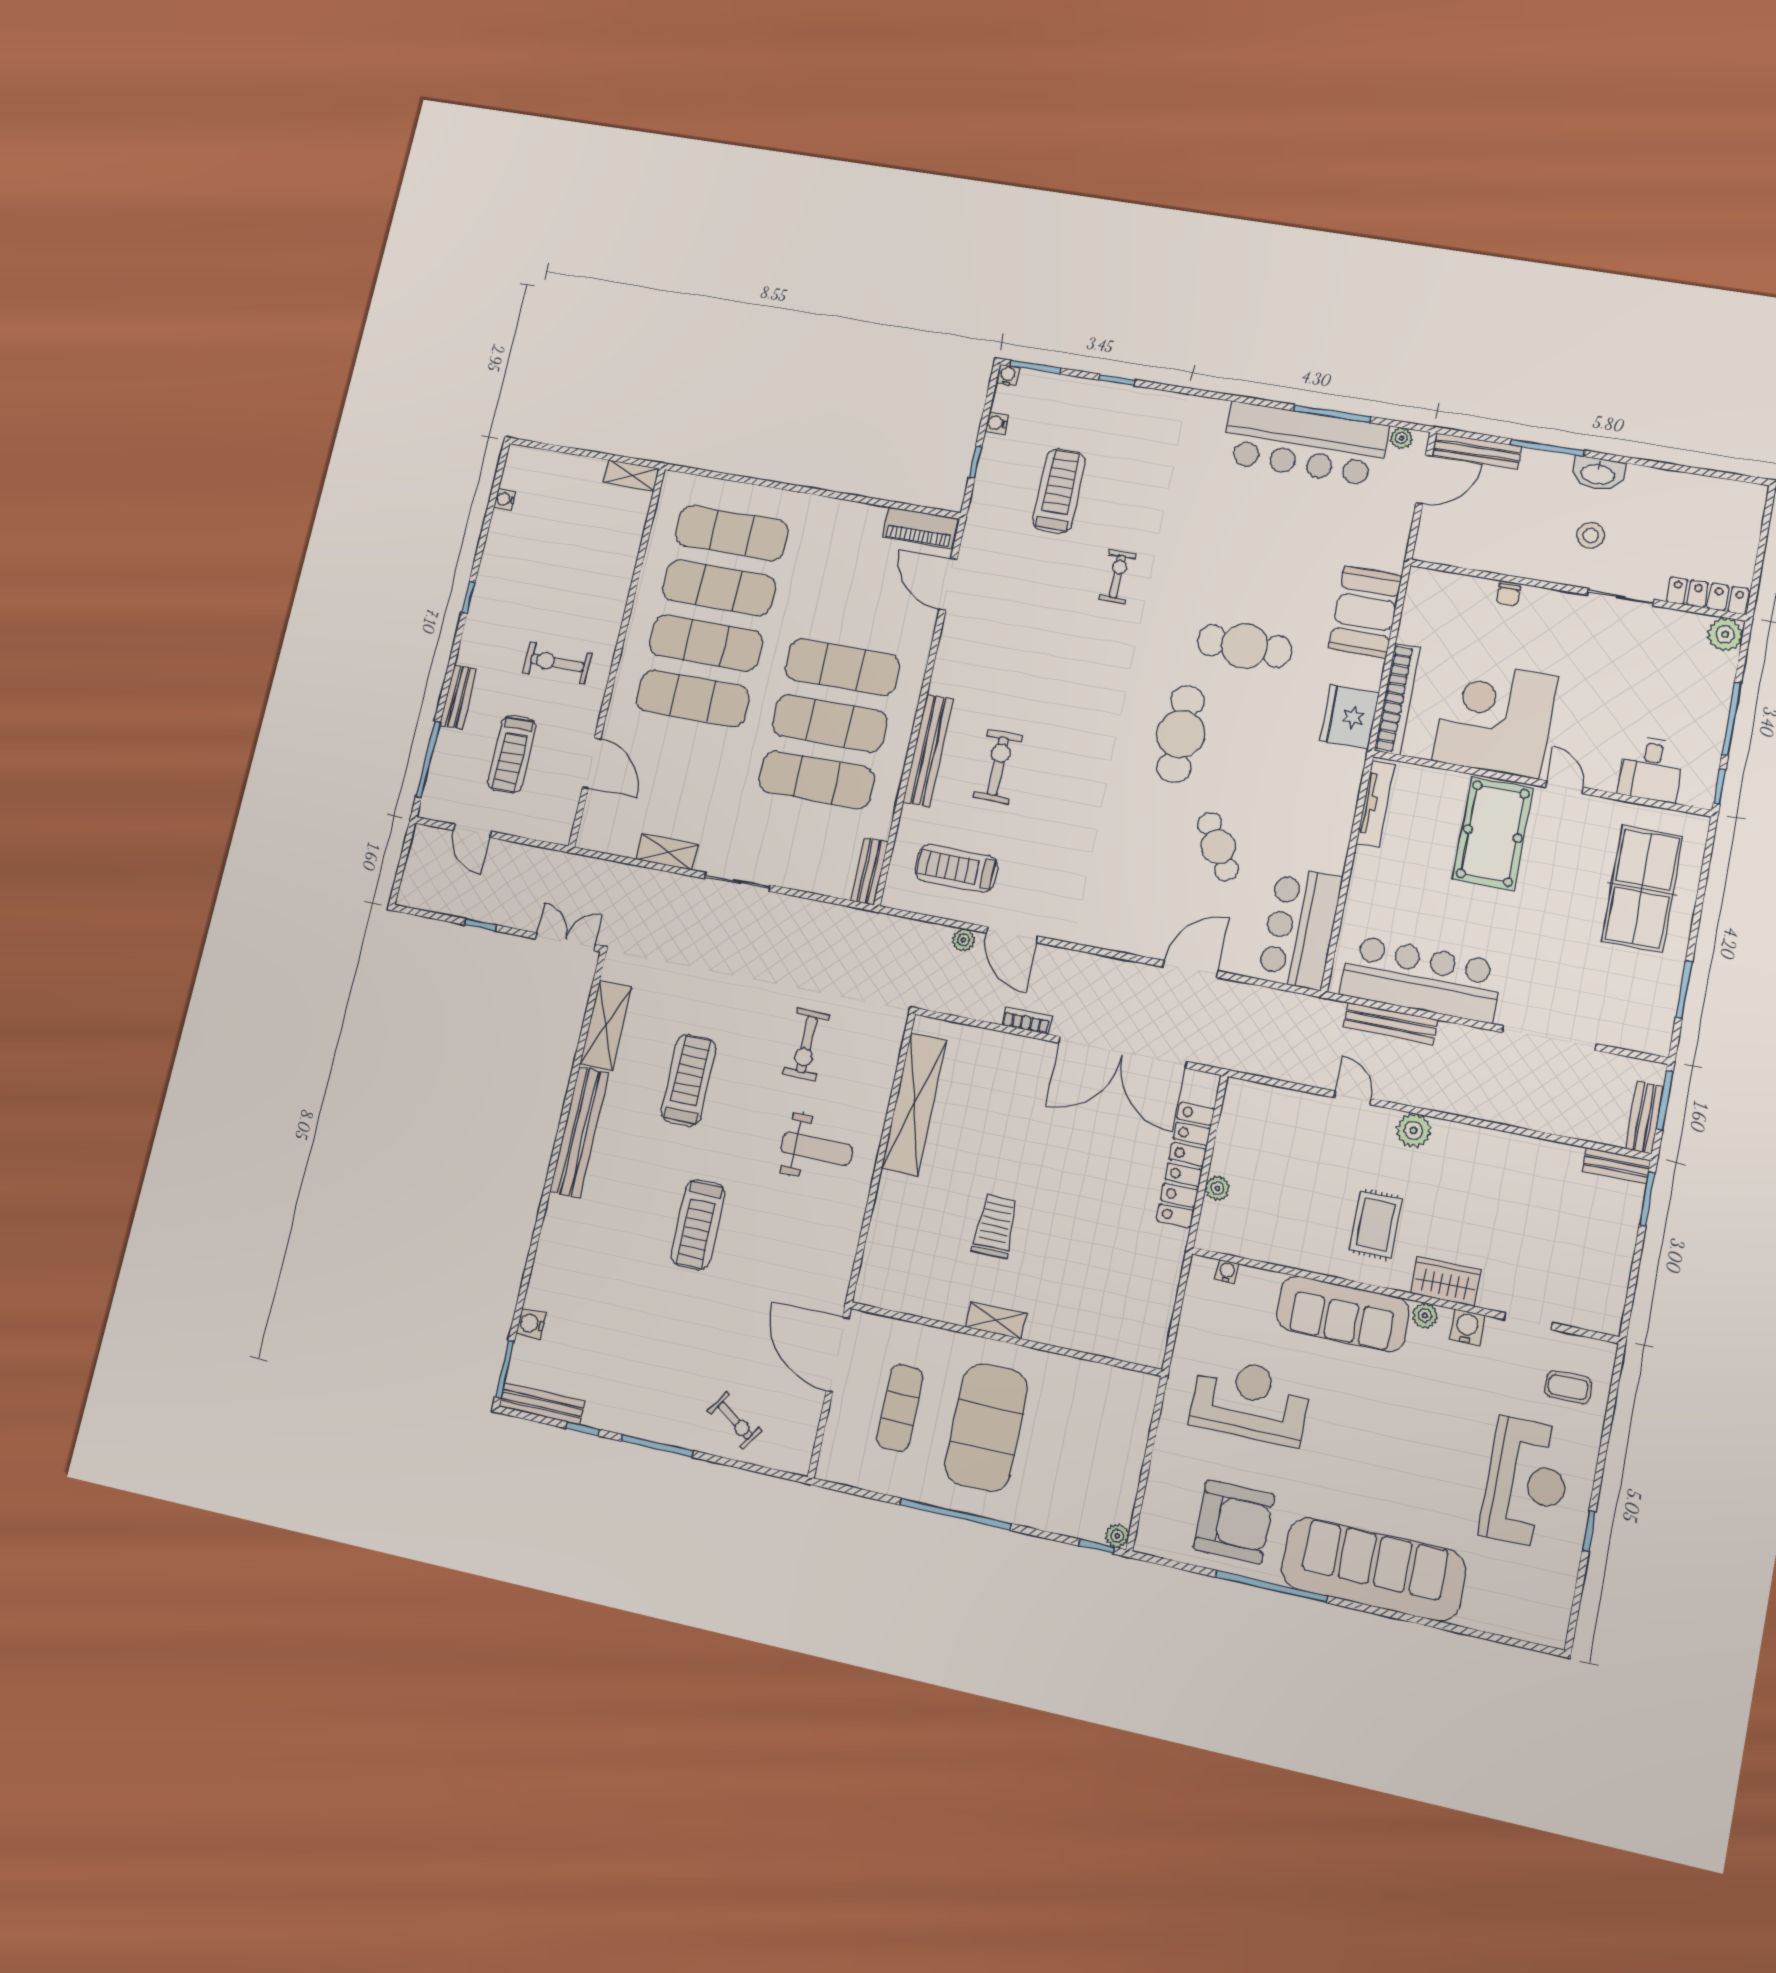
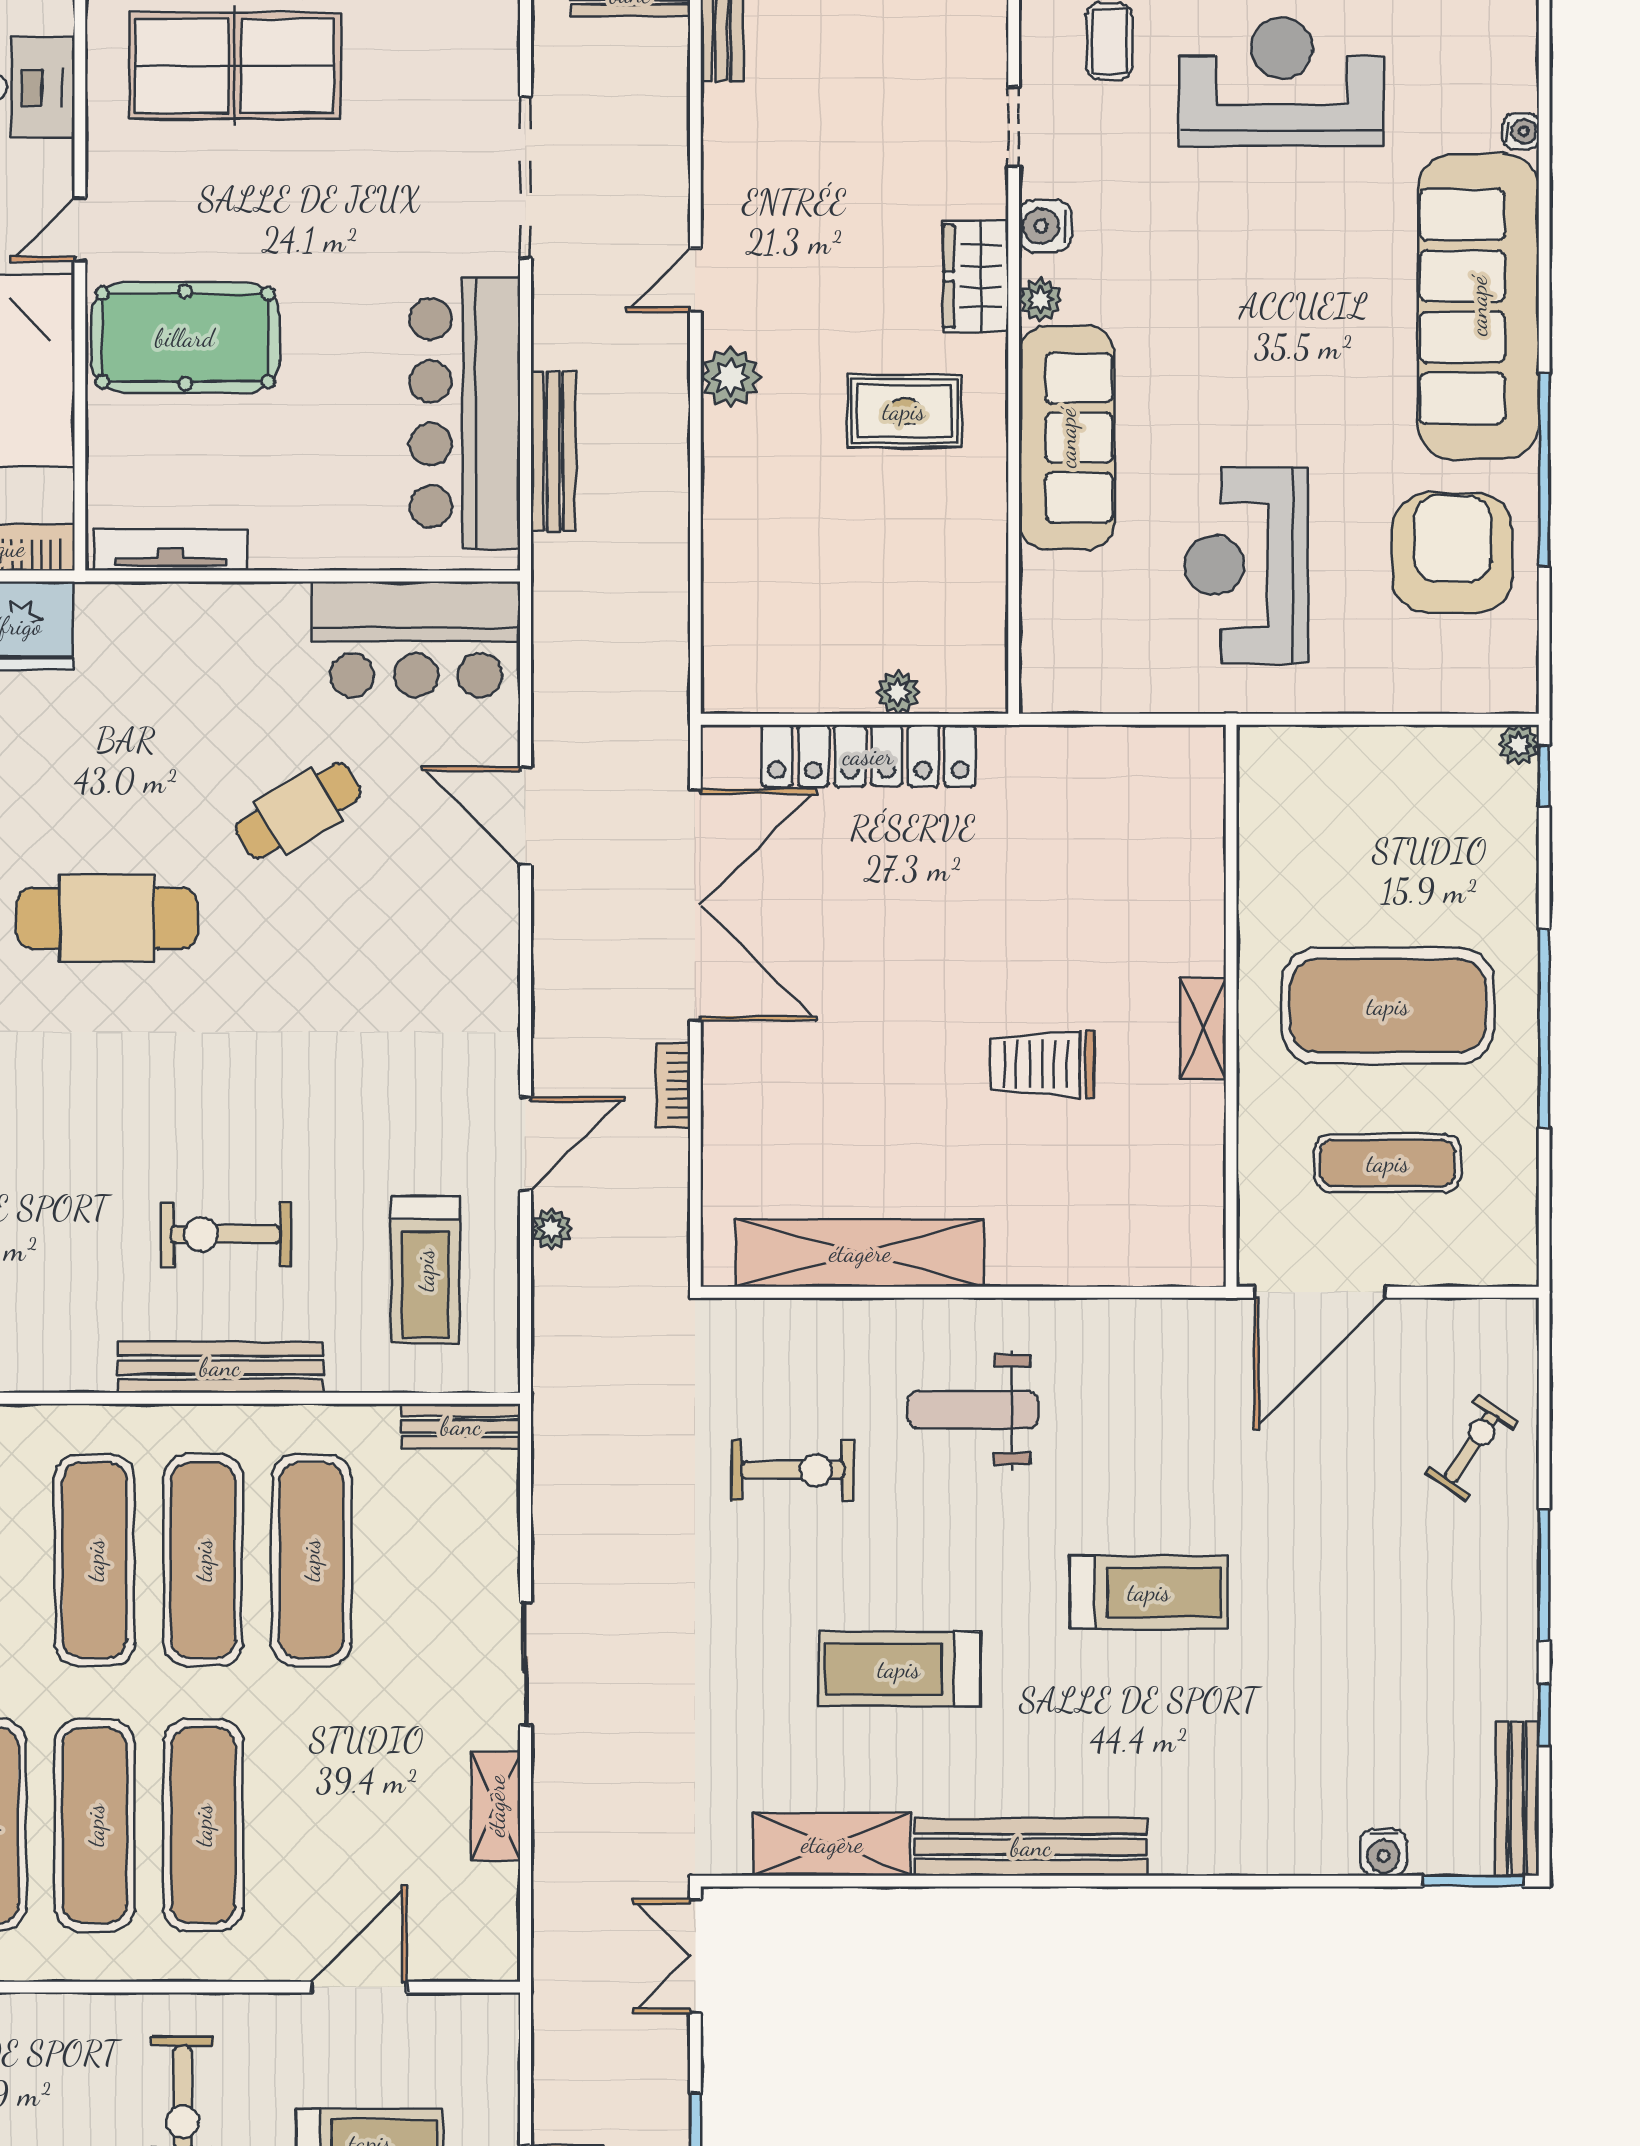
door: (1353, 1098) -> (695, 280), moved
weight bench: (817, 1149) -> (973, 1410), turned -90
water cooler: (1227, 1272) -> (1521, 131), moved, turned 180

